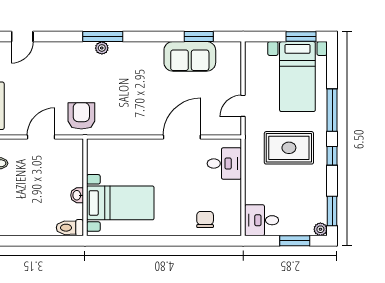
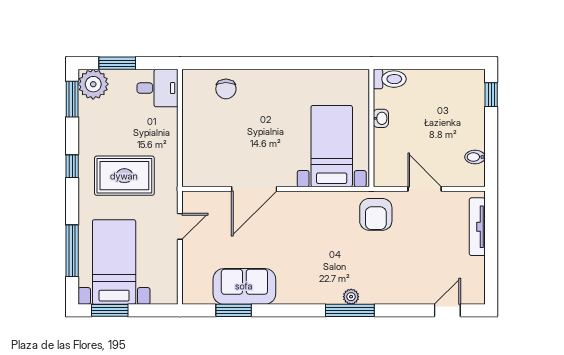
window: (332, 110) -> (72, 251), moved
door: (41, 137) -> (425, 189), swing flipped
desk: (224, 164) -> (203, 157), removed
bed with nightstands: (120, 203) -> (332, 146), moved, turned 90
plant: (320, 229) -> (93, 84), width x1.87, depth x1.87

